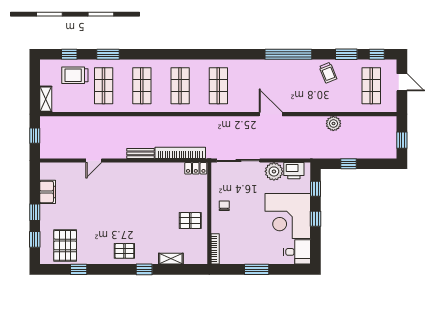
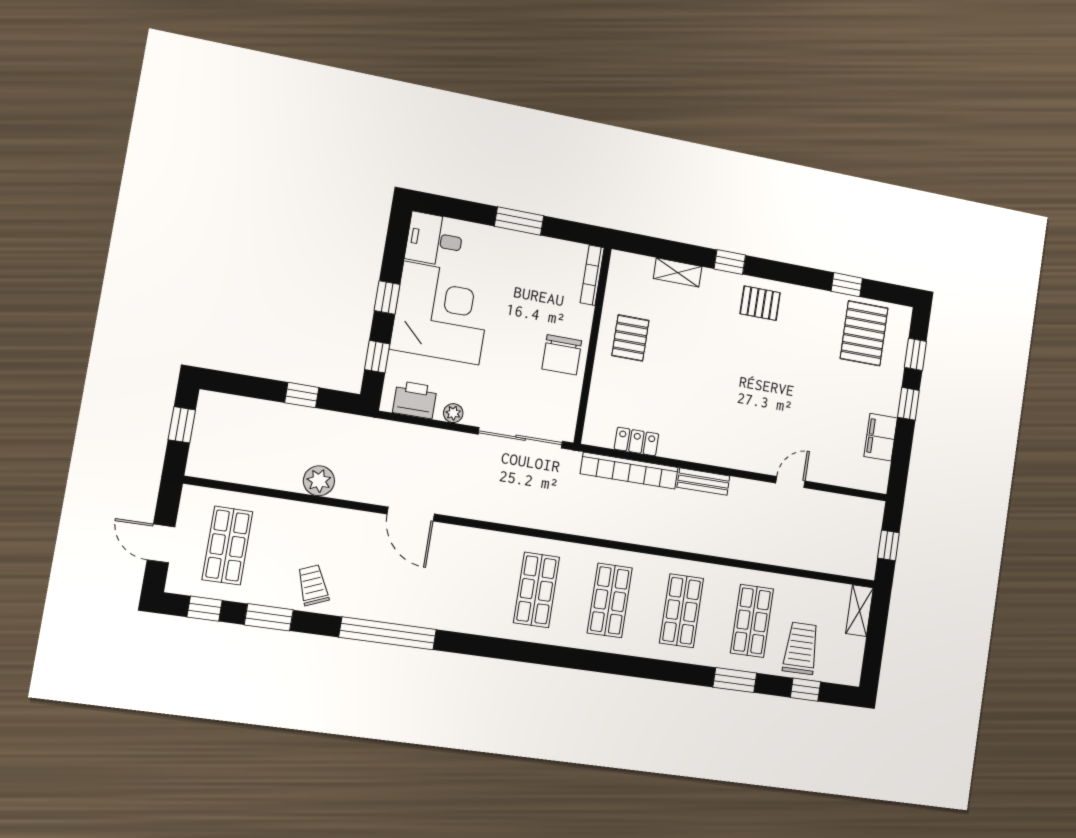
trolley: (75, 75) -> (801, 648), turned -90
door: (271, 114) -> (411, 514), moved
locker: (196, 168) -> (636, 441), moved
plant: (274, 171) -> (453, 413), width x0.53, depth x0.53
chair: (224, 206) -> (562, 355), width x1.87, depth x1.87
pallet: (190, 221) -> (630, 338), turned 90

